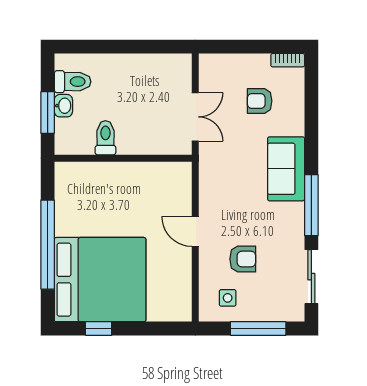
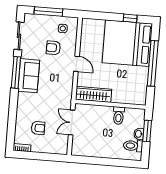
sofa: (286, 169) -> (29, 76), moved
wardrobe: (157, 175) -> (93, 94), added

